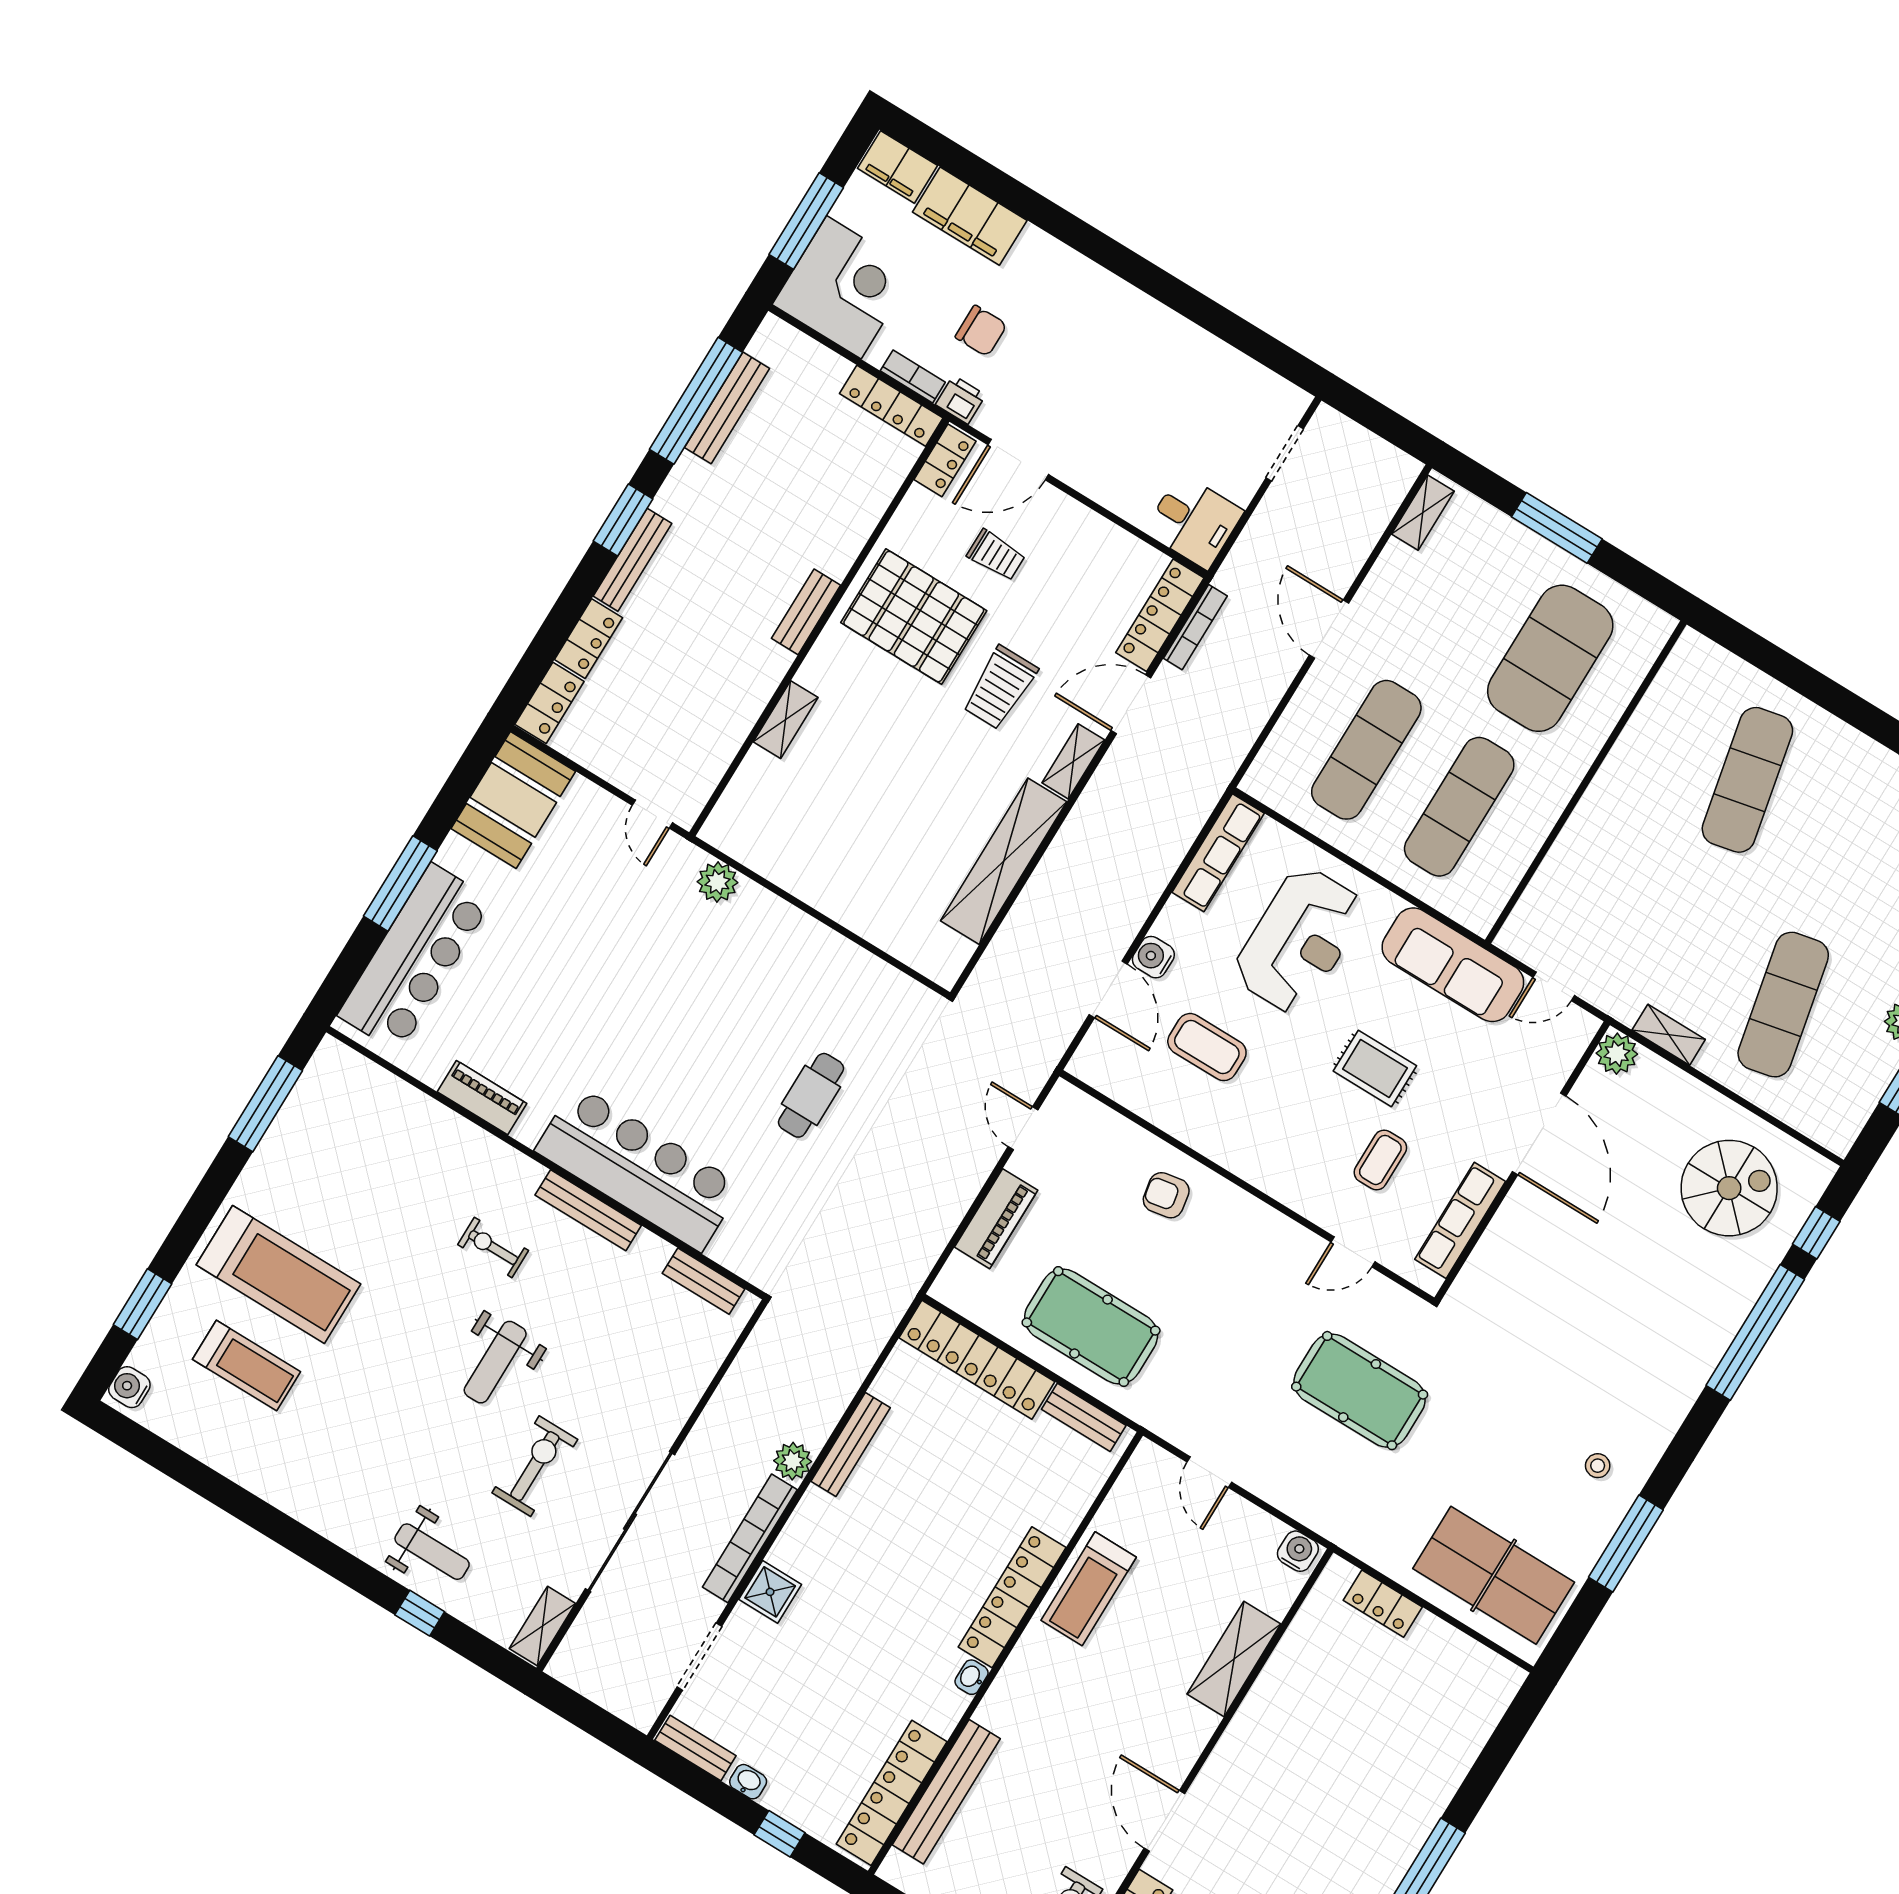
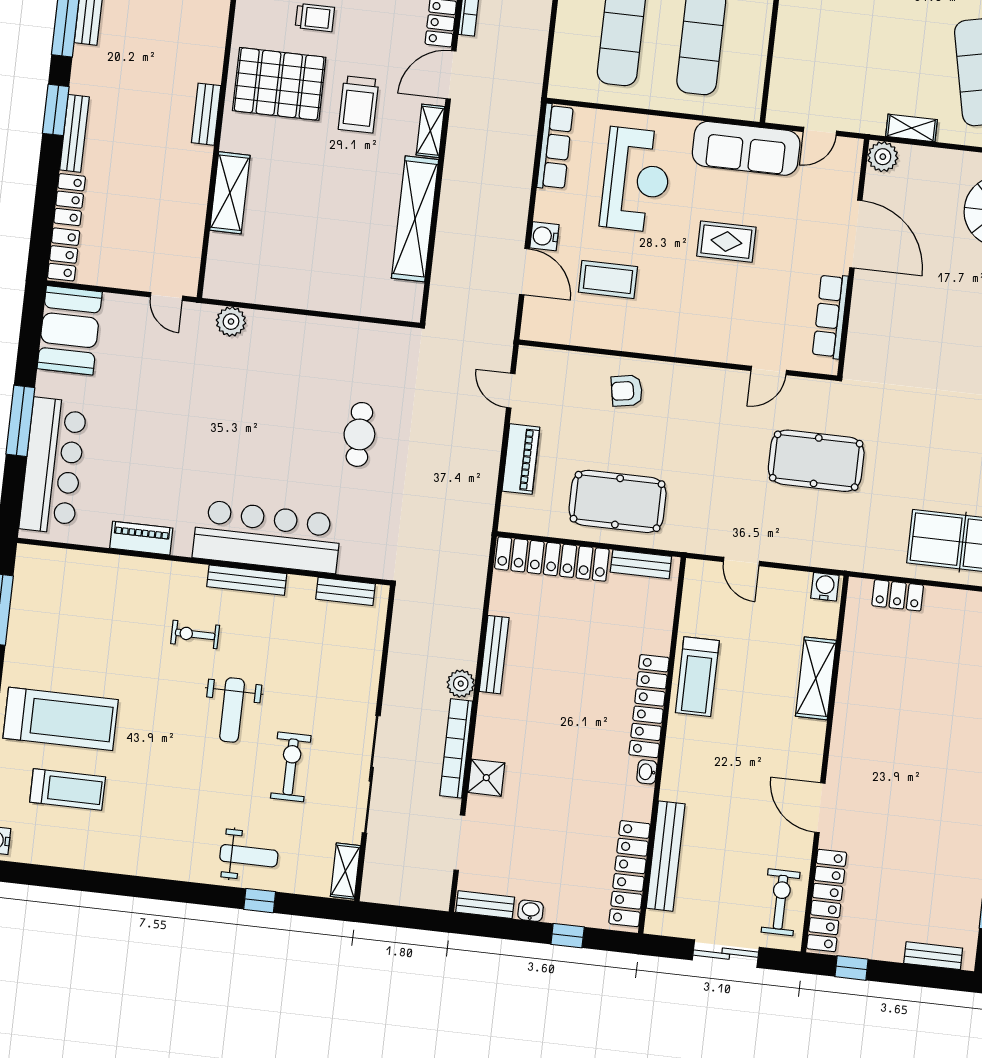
shelving: (786, 720) -> (230, 193), width x1.50, depth x1.33
coffee table: (1380, 1160) -> (758, 301), removed

